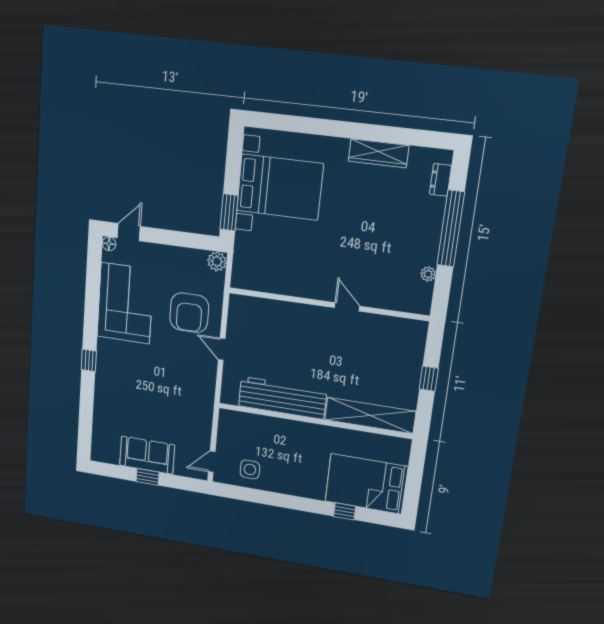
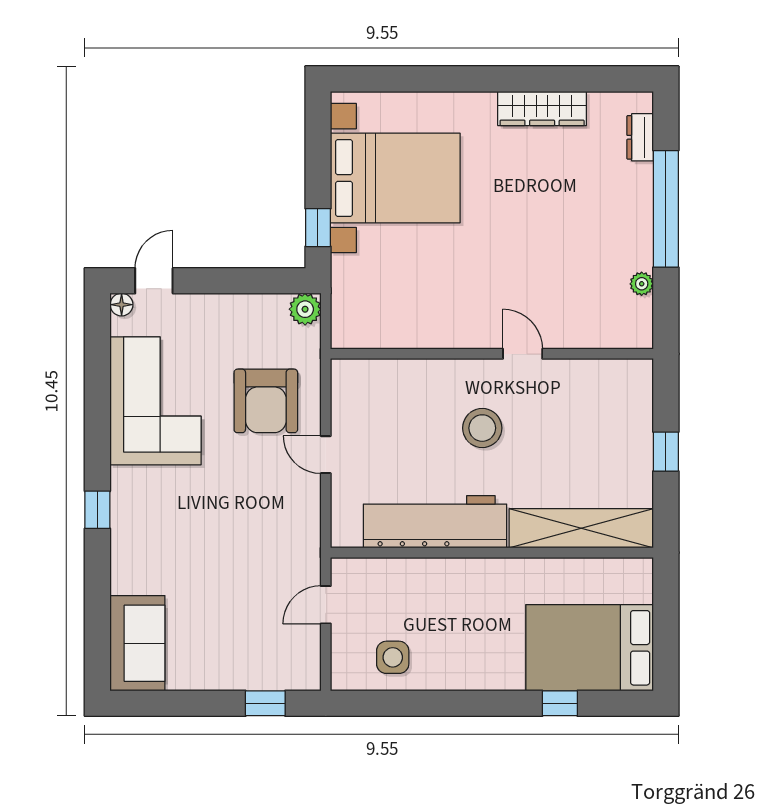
window: (229, 212) -> (318, 228), width x0.67
stool: (317, 348) -> (482, 428), added
sofa: (147, 455) -> (137, 643), moved, turned 90
door: (212, 462) -> (326, 605), moved
window: (148, 477) -> (265, 703), moved

